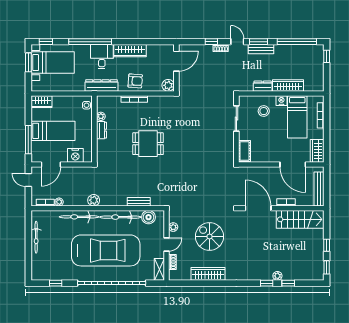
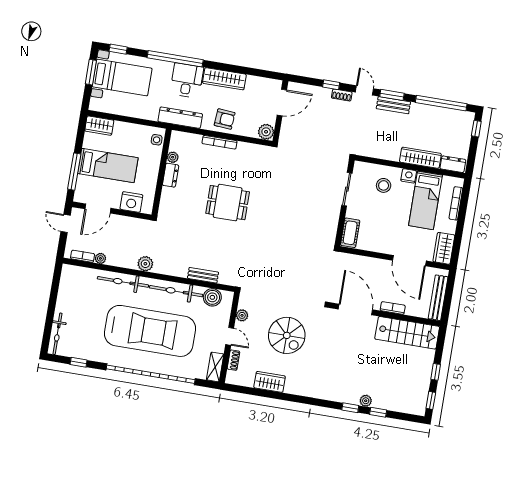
dresser: (263, 86) -> (453, 164), moved
spiral stairs: (210, 236) -> (287, 335), turned 180
bicycle: (36, 237) -> (58, 334), moved
door: (167, 244) -> (230, 336), hinge flipped
wardrobe: (208, 274) -> (270, 382), width x0.67

